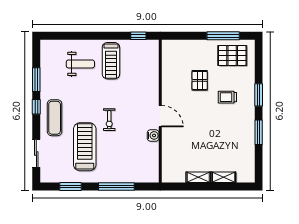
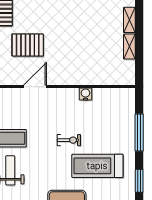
pallet: (200, 80) -> (28, 45), width x1.50, depth x1.42
trolley: (227, 97) -> (45, 16), removed
door: (160, 116) -> (35, 87), moved

